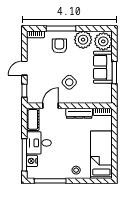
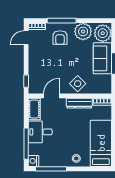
armchair: (59, 46) -> (60, 38), turned 180
door: (24, 68) -> (26, 38), moved
side table: (69, 82) -> (78, 84), moved
nightstand: (32, 161) -> (33, 161), moved

